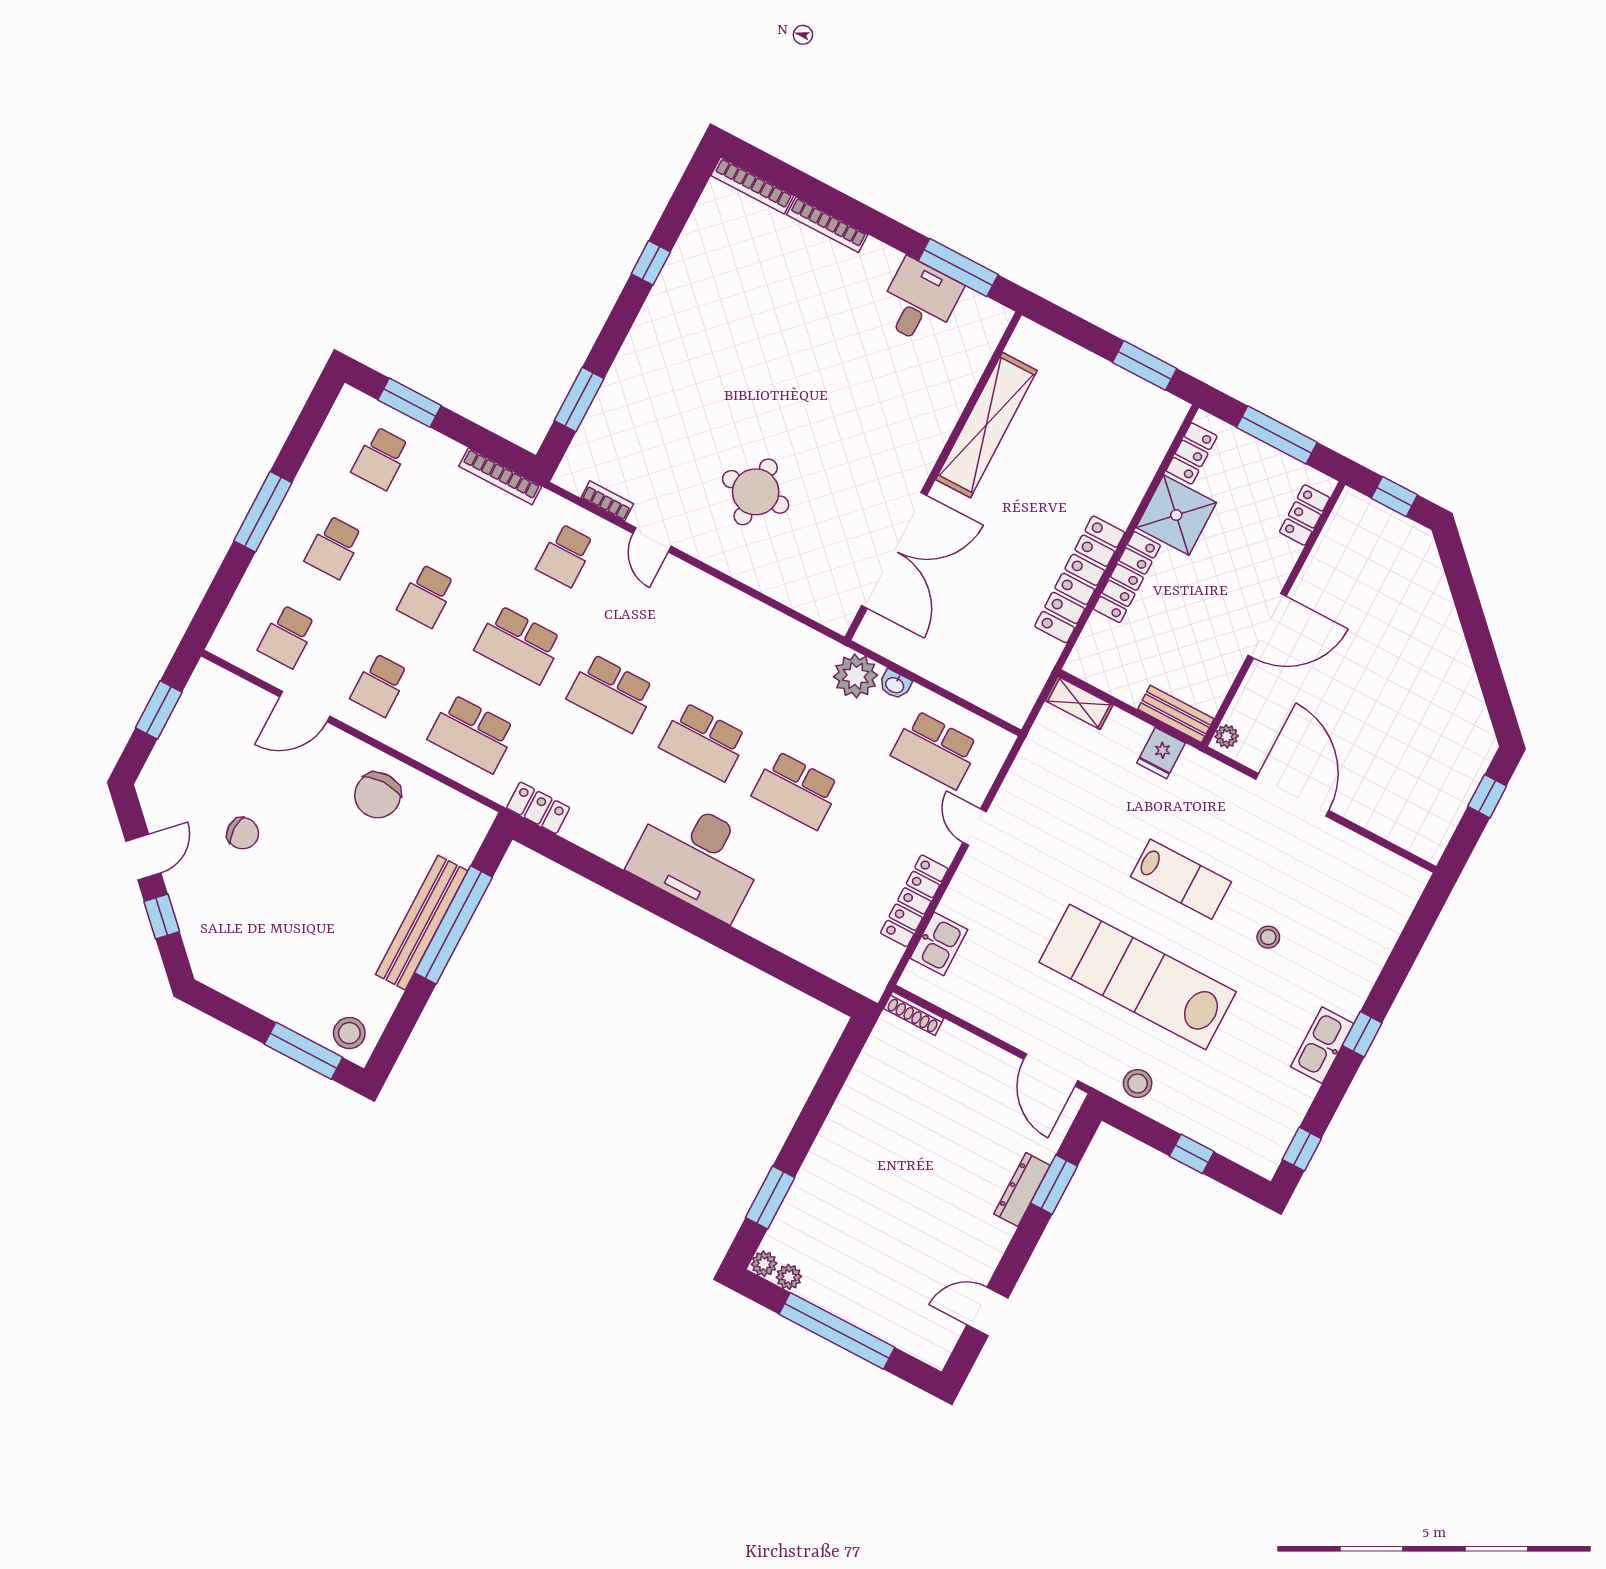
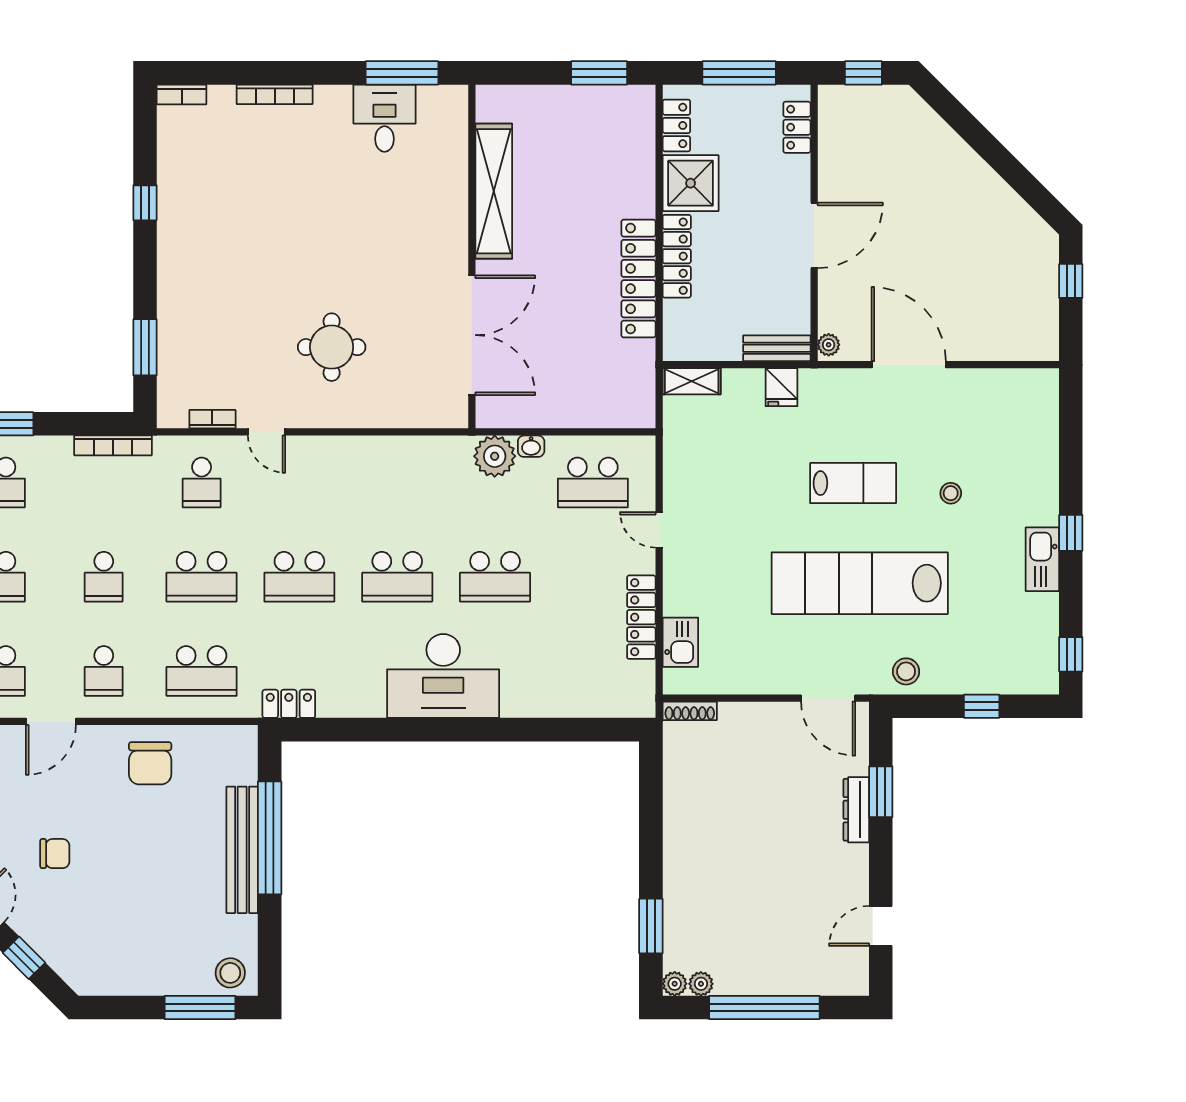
bookcase: (752, 186) -> (182, 94), width x0.64

